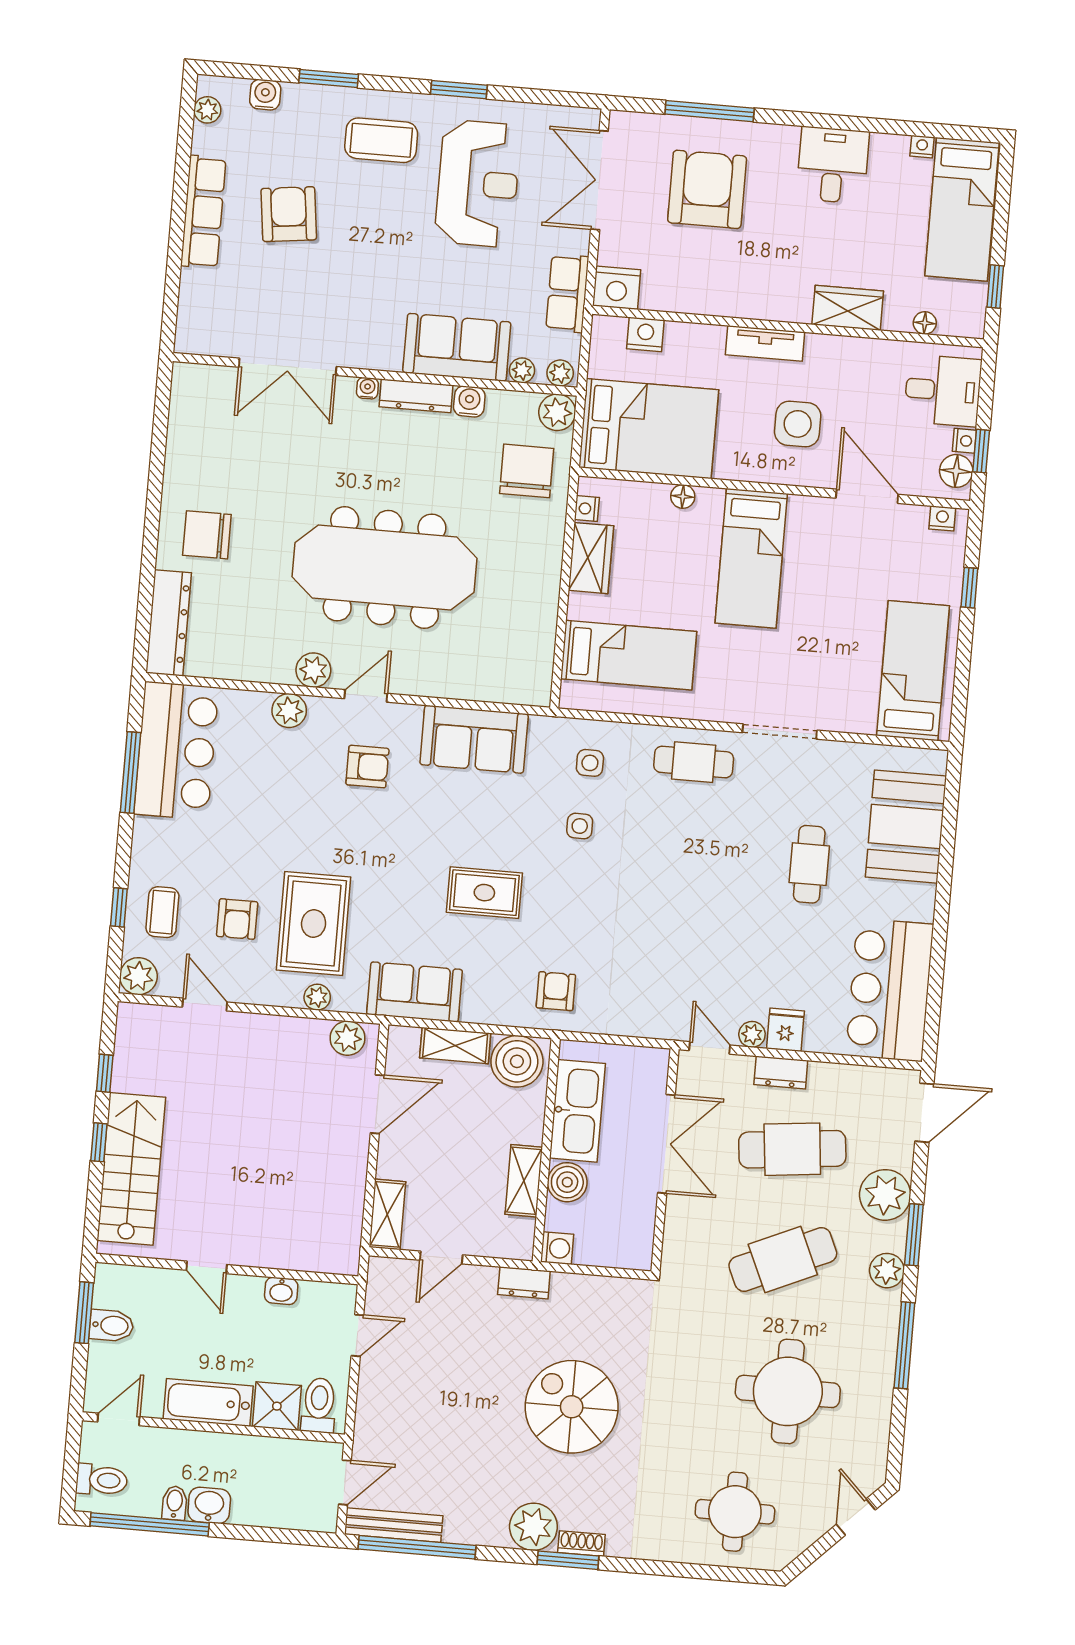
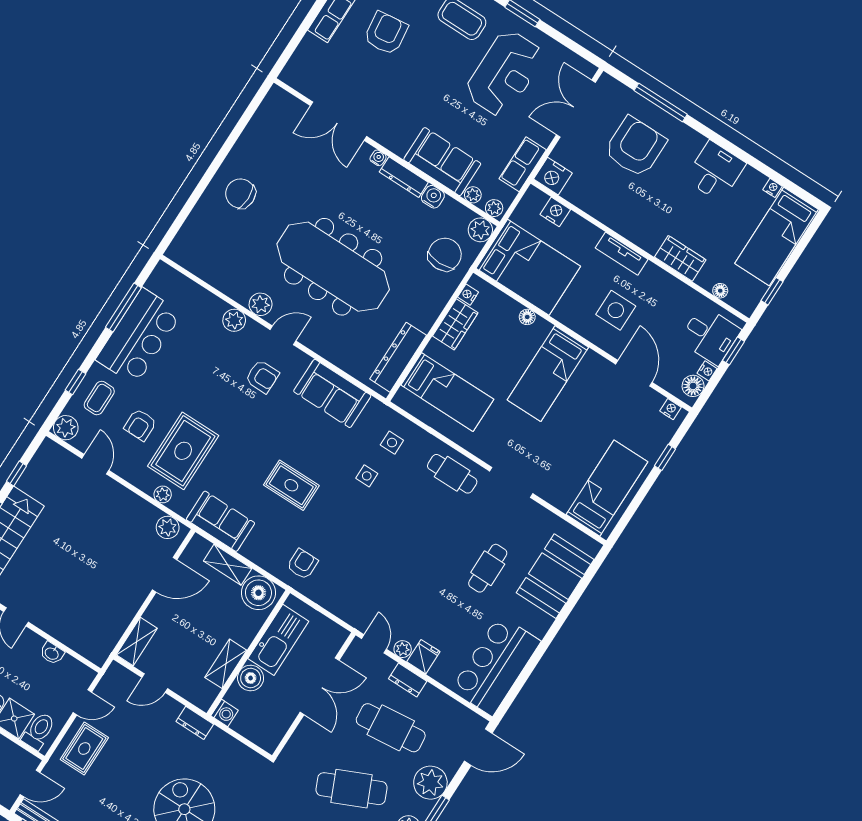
window: (981, 451) -> (734, 351), moved
dresser: (169, 623) -> (398, 357), moved, turned 180
bar counter: (176, 751) -> (139, 336), moved
rug: (393, 1396) -> (84, 749), added

